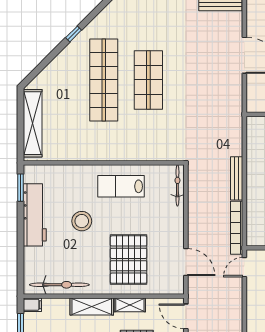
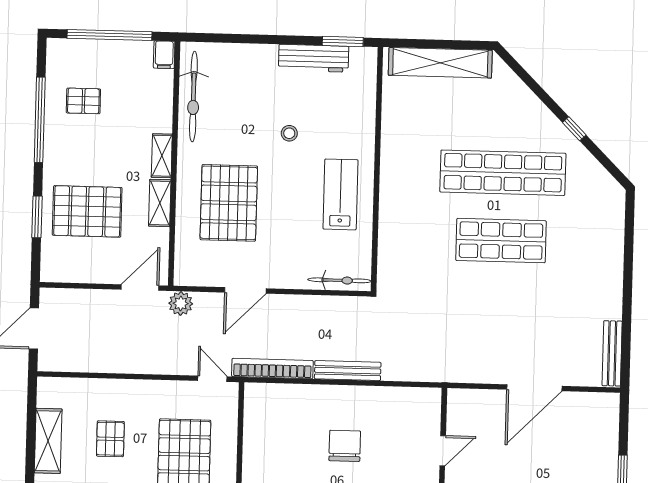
workbench: (35, 215) -> (314, 58), width x0.73, depth x0.76
stool: (82, 221) -> (289, 133), width x0.53, depth x0.53
pallet: (129, 260) -> (229, 203), turned 90
door: (186, 262) -> (245, 290), moved
plant: (196, 289) -> (181, 303), added
shelving: (92, 307) -> (162, 156), width x0.67, depth x0.75

